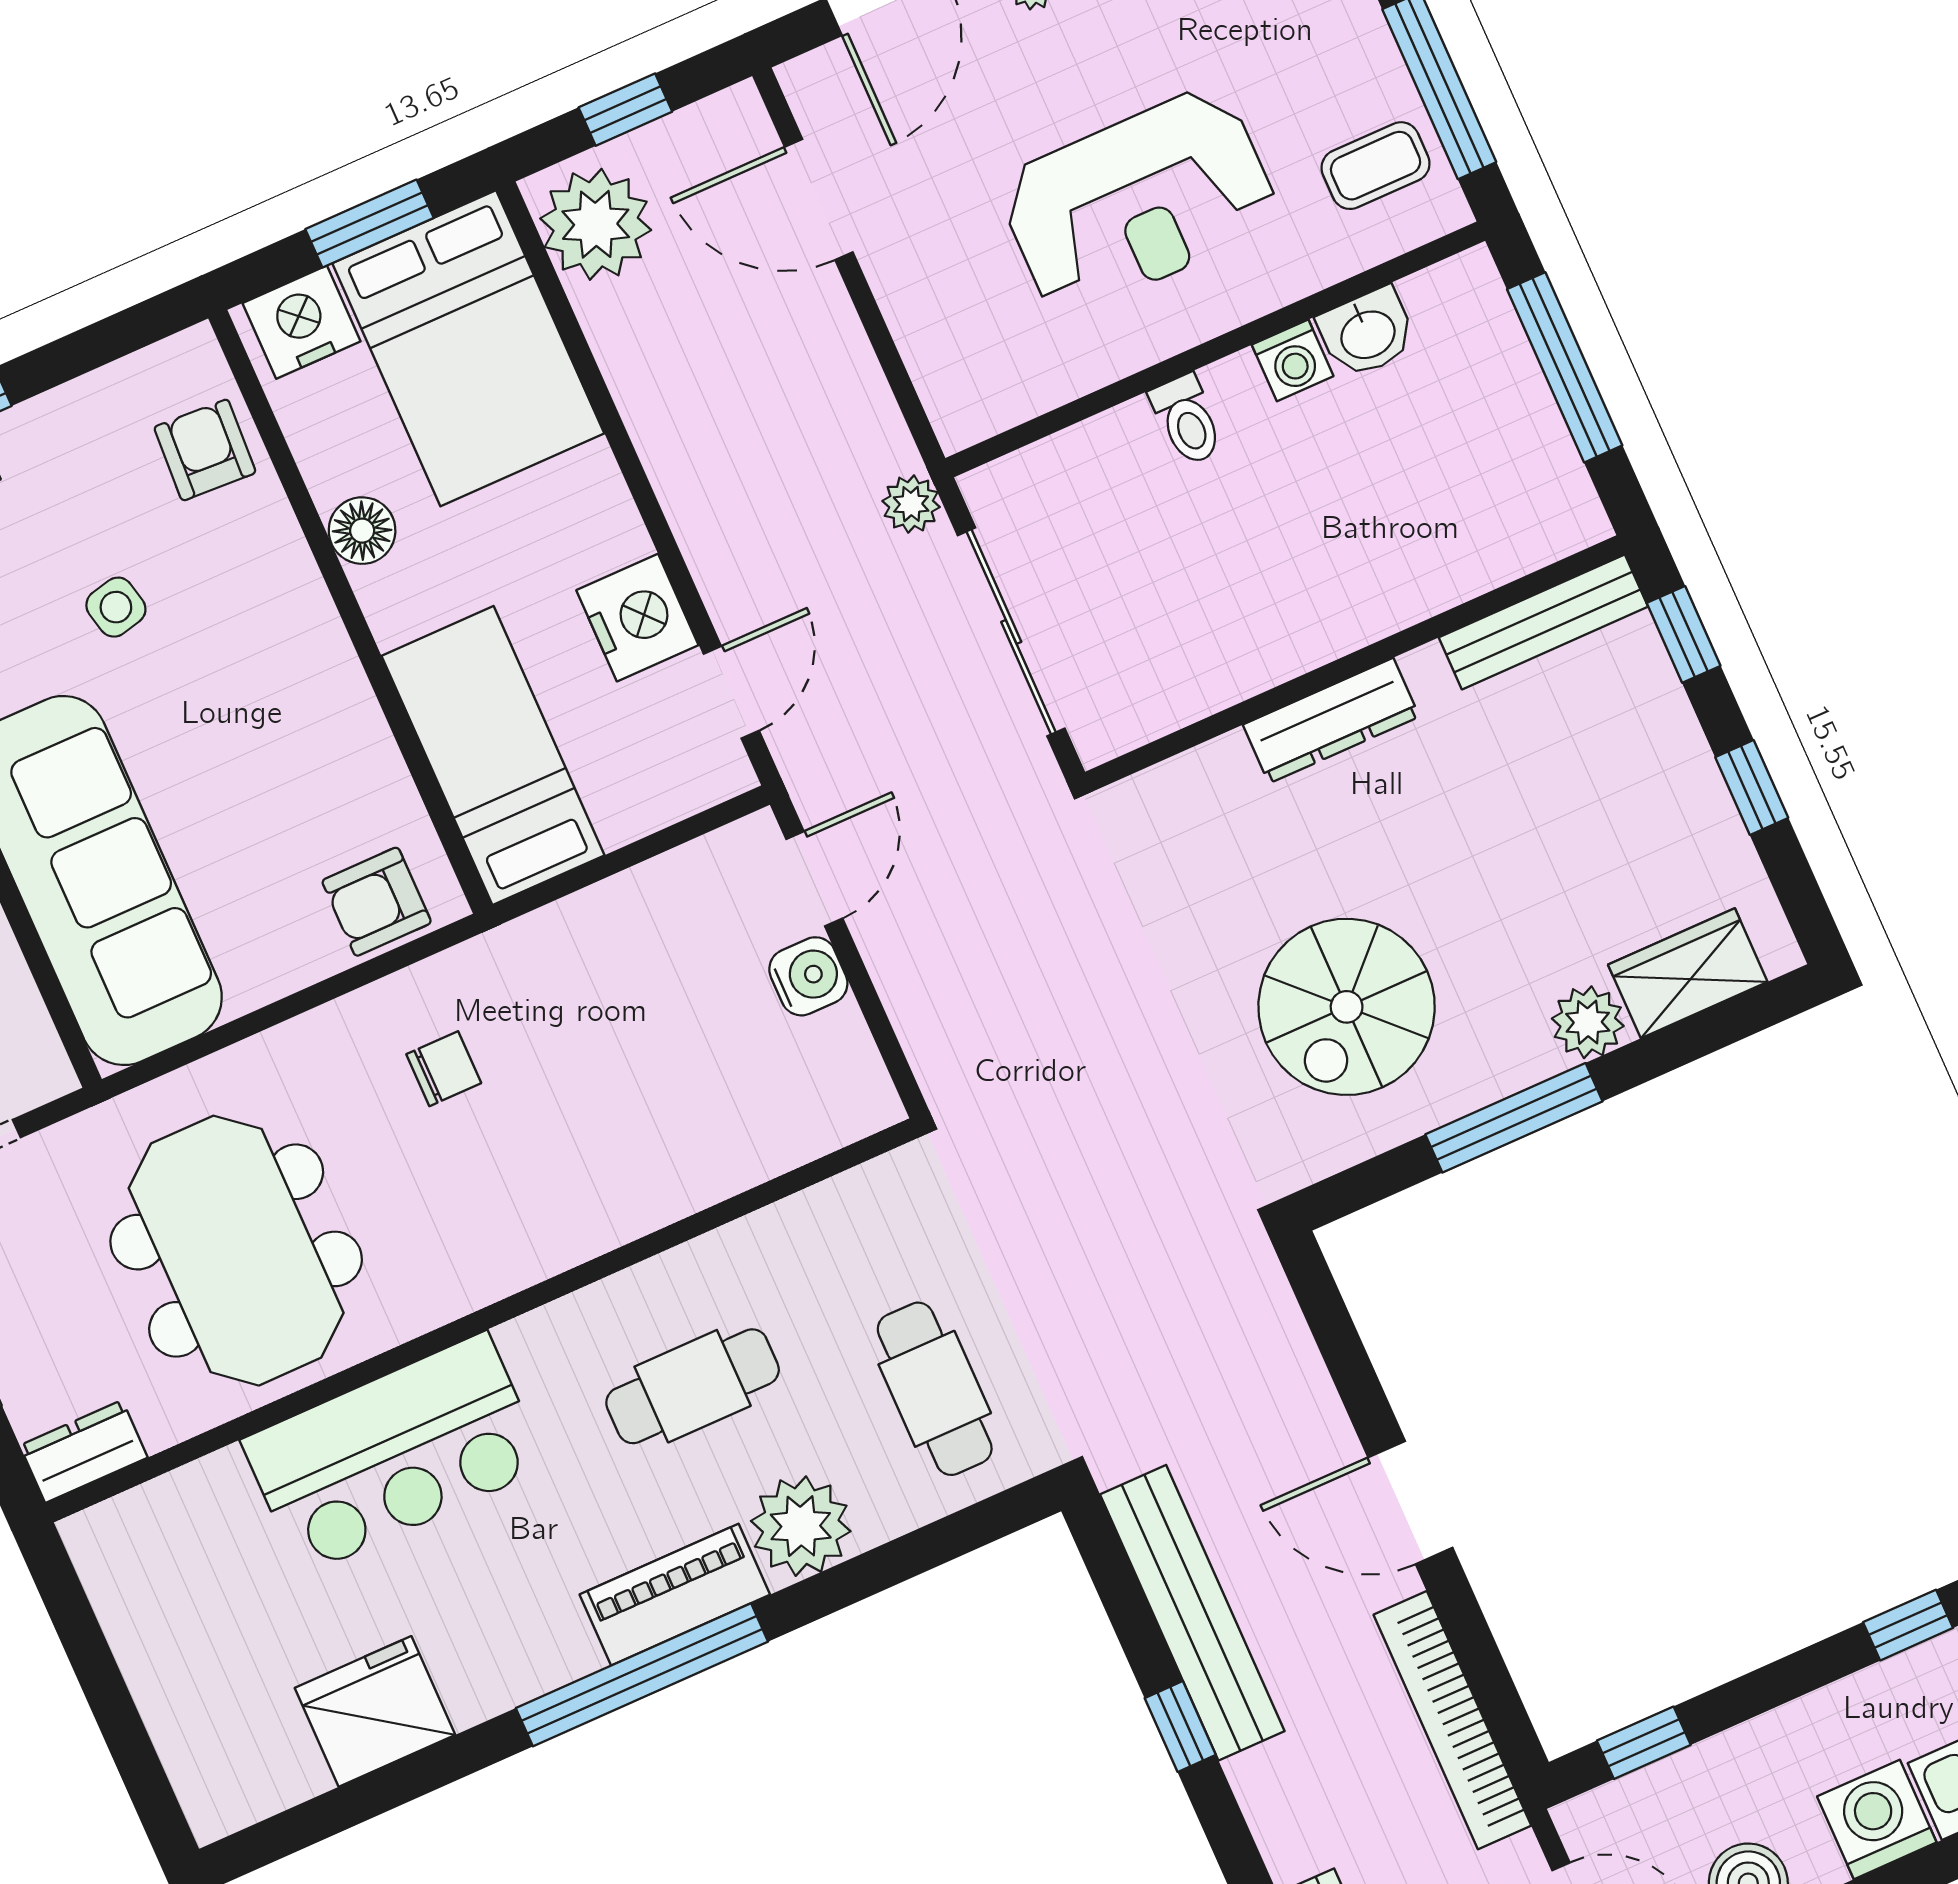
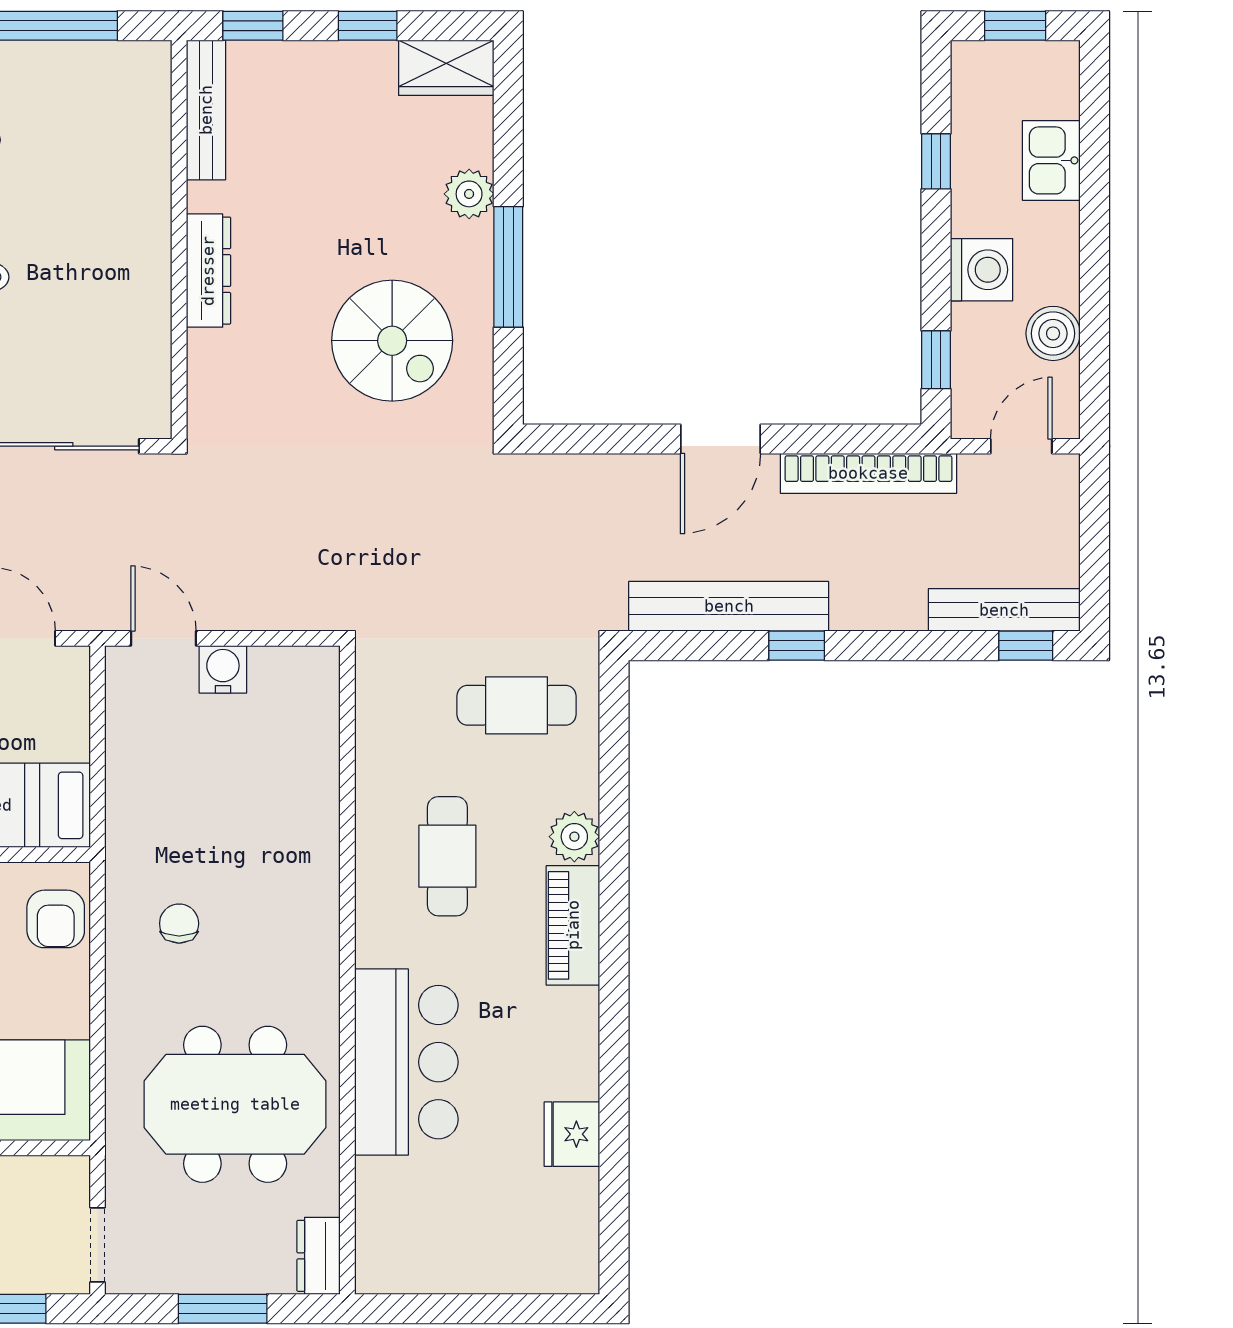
wardrobe: (1688, 973) -> (446, 68), moved, turned -90
plant: (801, 1526) -> (574, 837), width x0.73, depth x0.73
window: (642, 1675) -> (614, 968), removed
fridge: (375, 1711) -> (572, 1134), width x0.73, depth x0.75
washing machine: (1877, 1819) -> (982, 270), moved, turned 180

